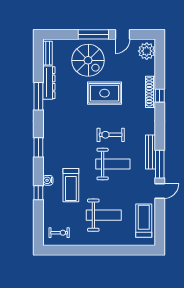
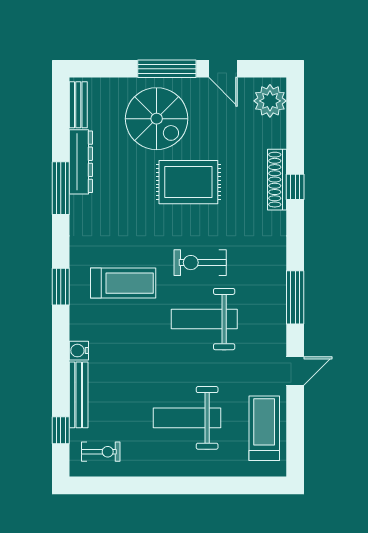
door: (122, 34) -> (223, 69), hinge flipped
bench: (150, 152) -> (79, 395), moved
weight bench: (113, 164) -> (204, 319), turned 180
window: (160, 164) -> (295, 297), moved
treadmill: (71, 185) -> (123, 283), moved, turned -90
window: (38, 193) -> (61, 430), moved
weight bench: (104, 215) -> (187, 418), turned 180

